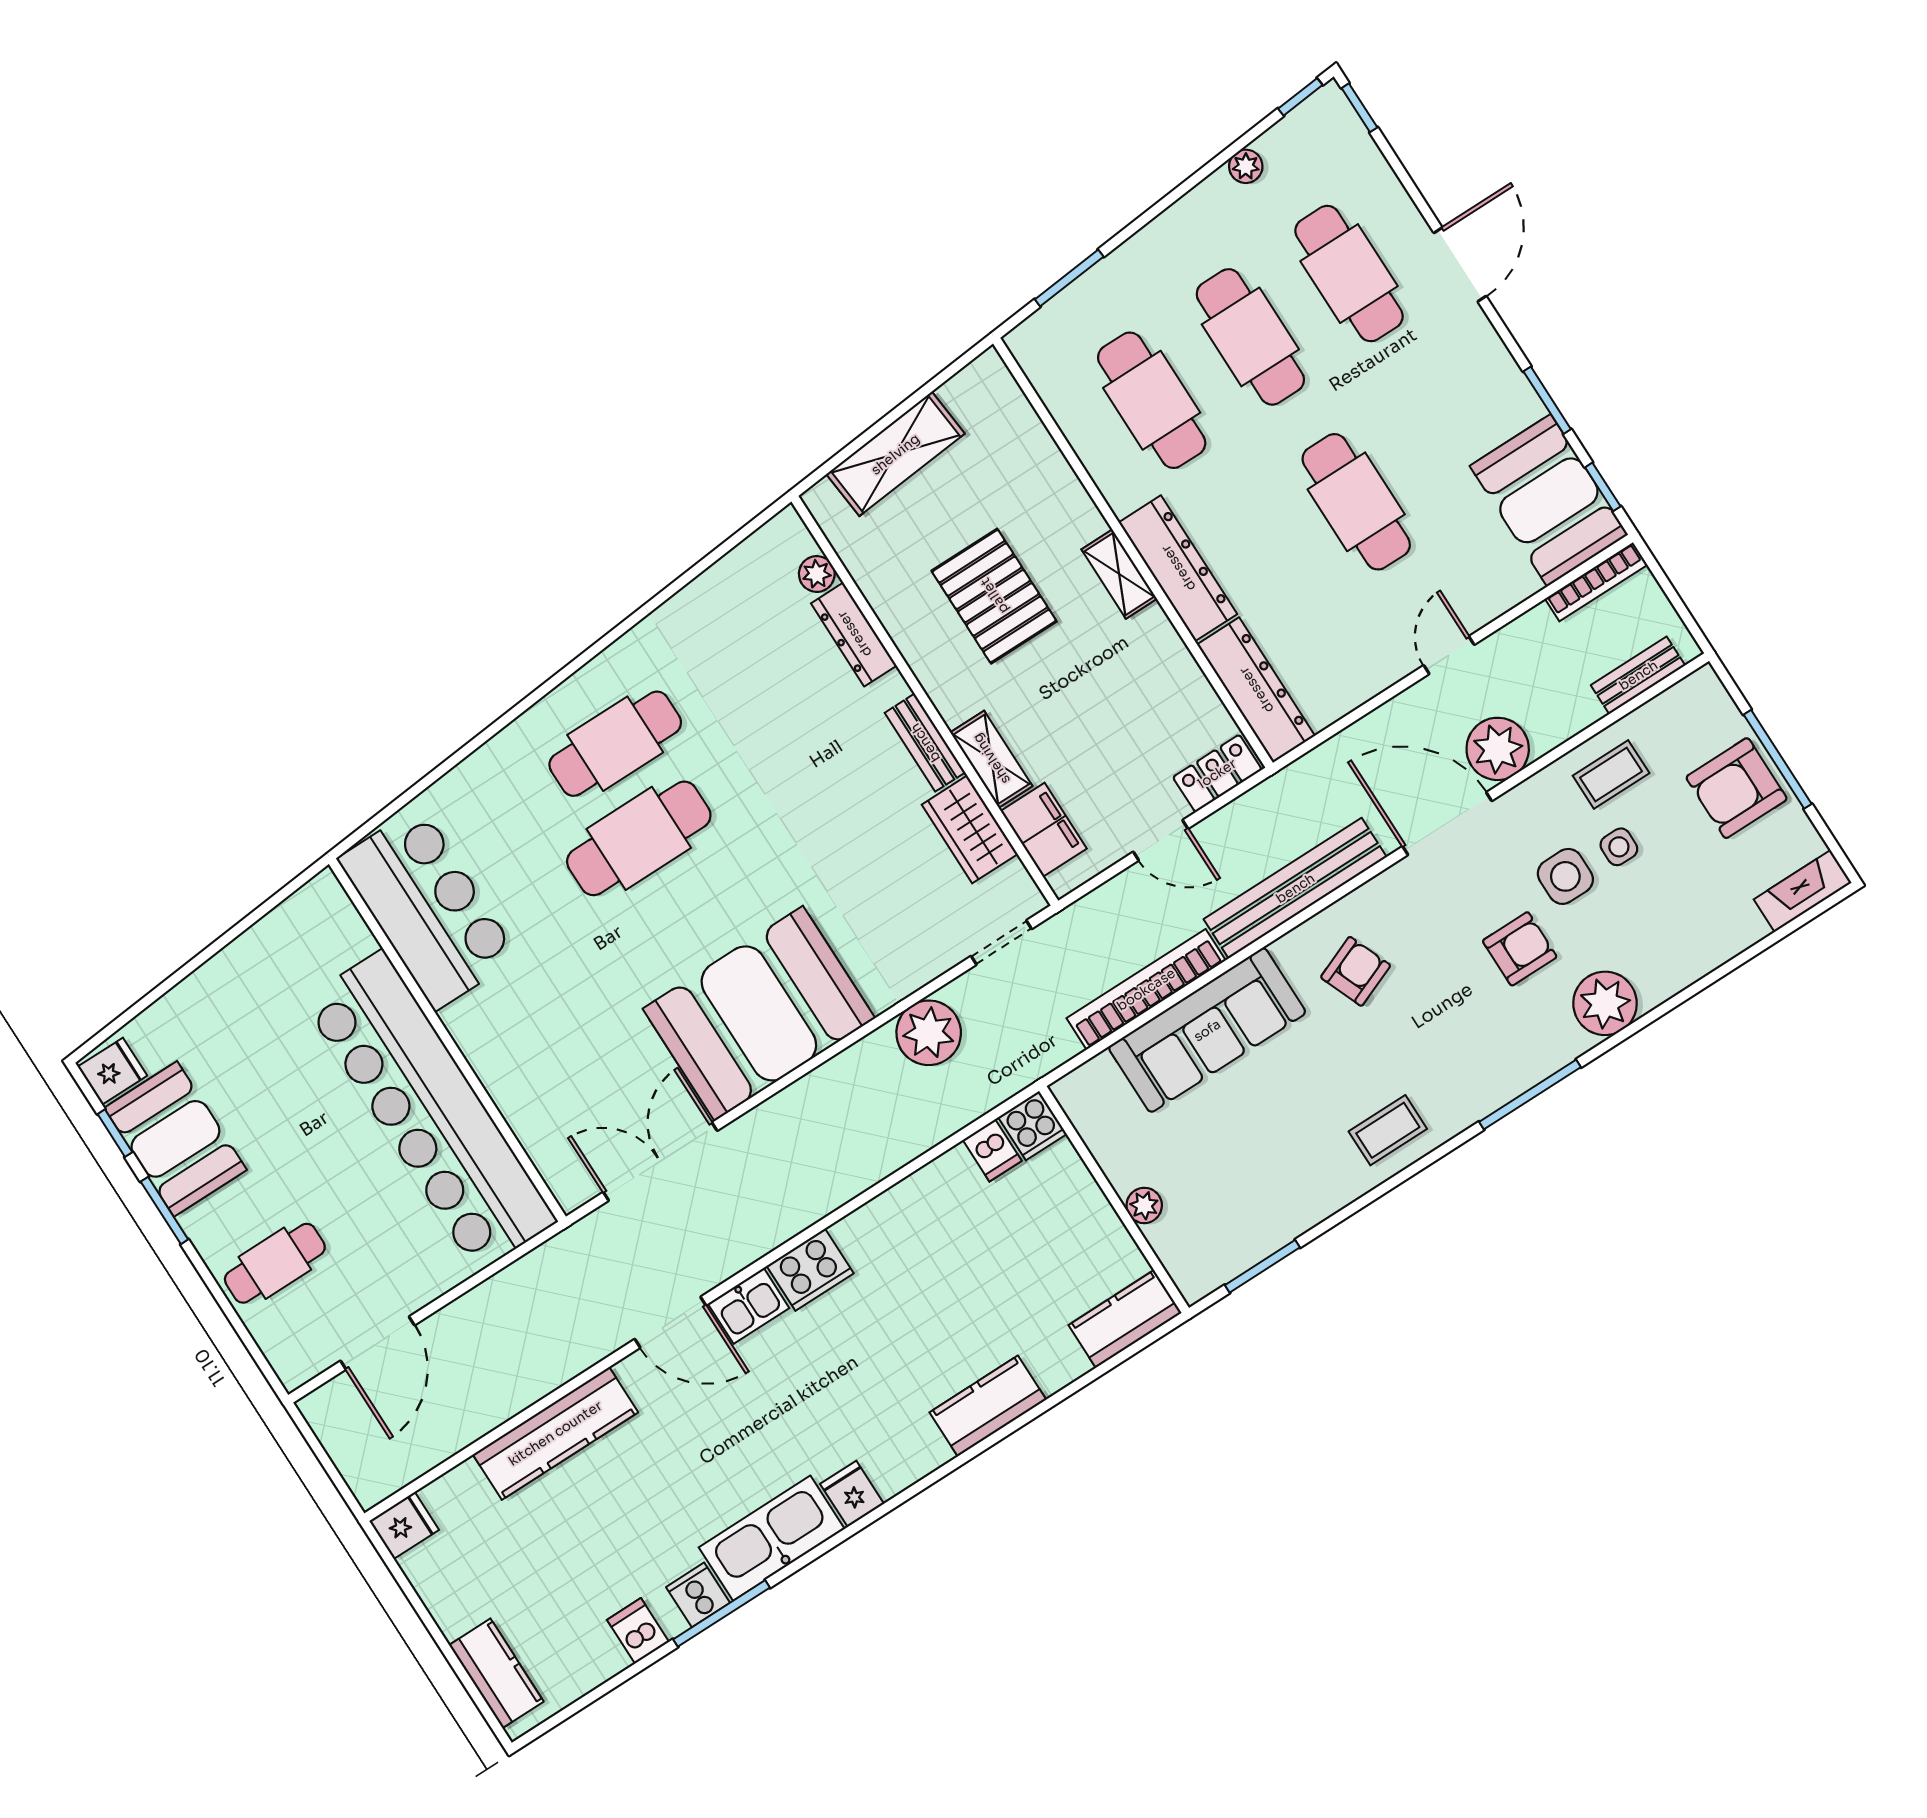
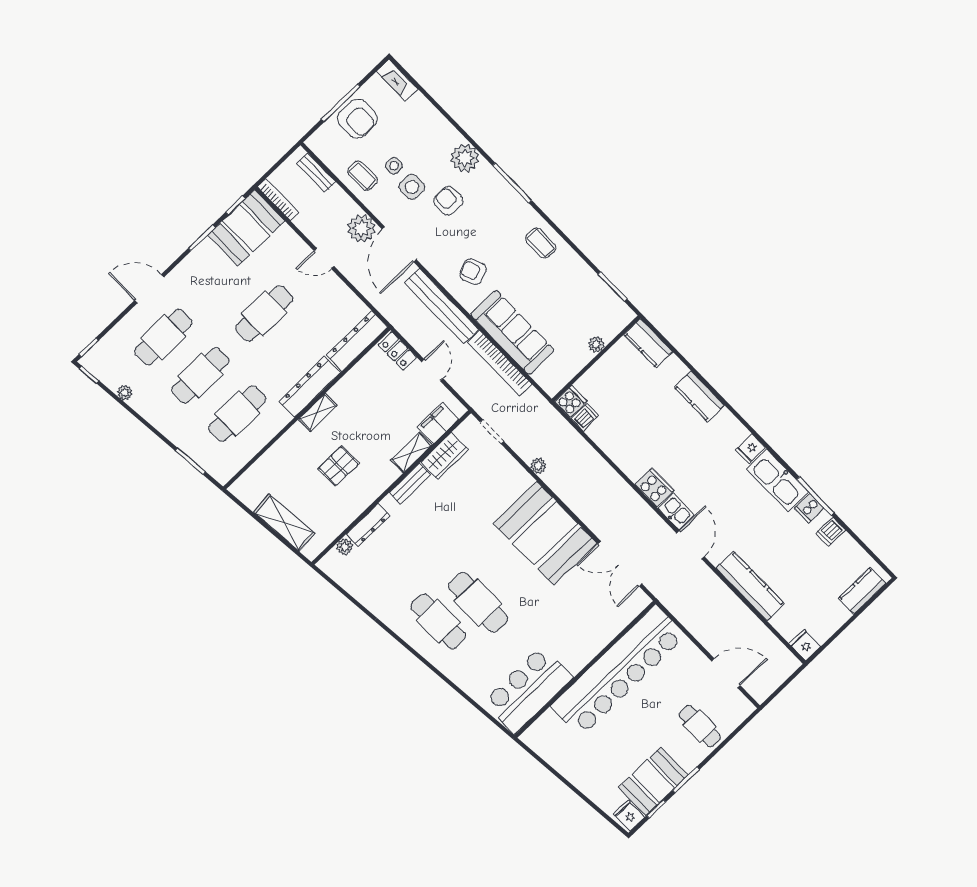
pallet: (994, 596) -> (339, 466), width x0.67, depth x0.71
plant: (929, 1033) -> (538, 466), width x0.53, depth x0.53

